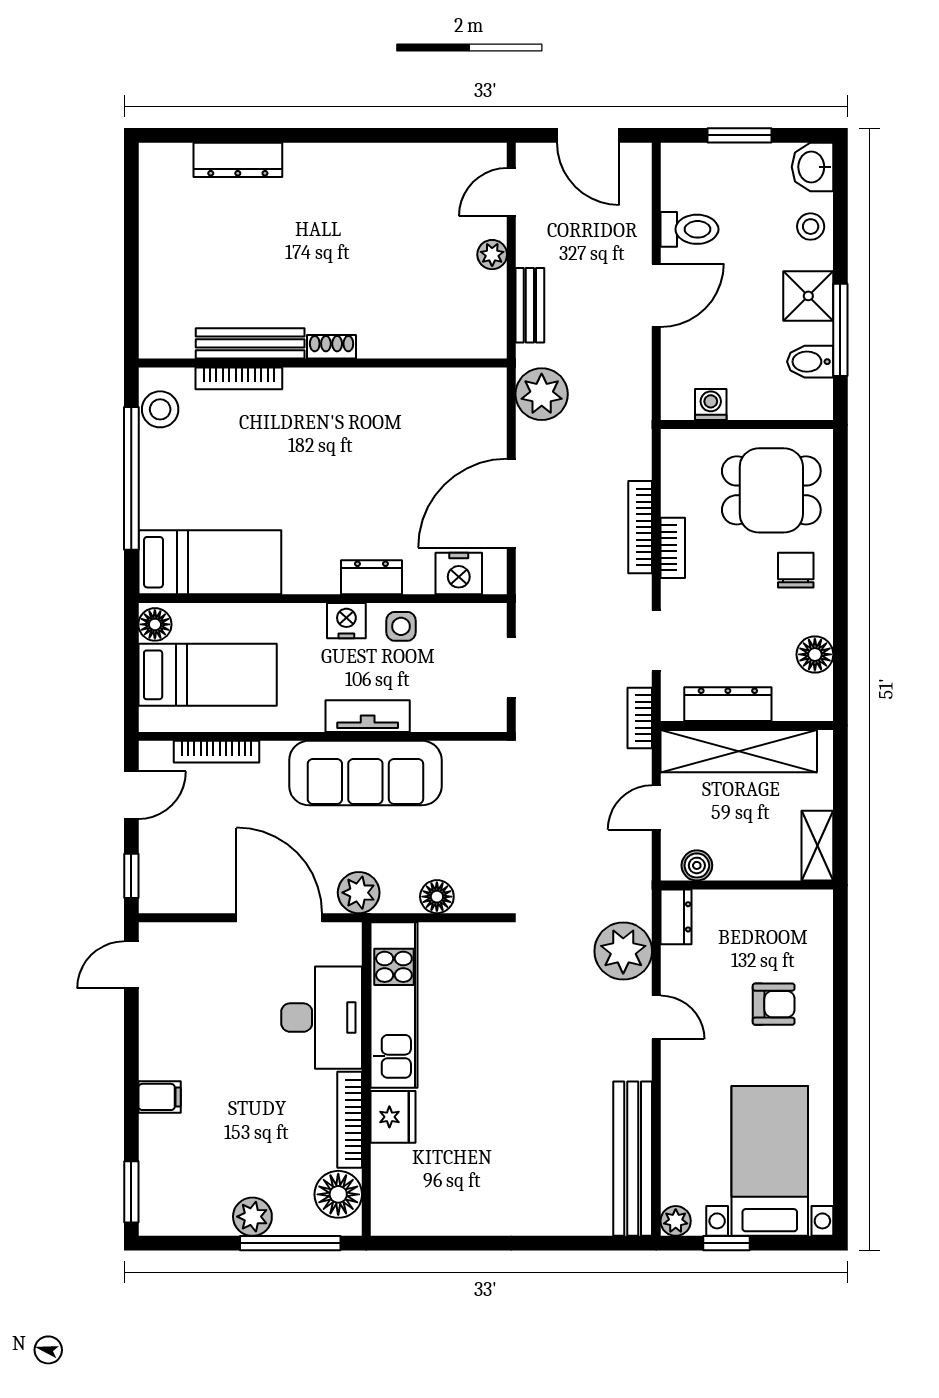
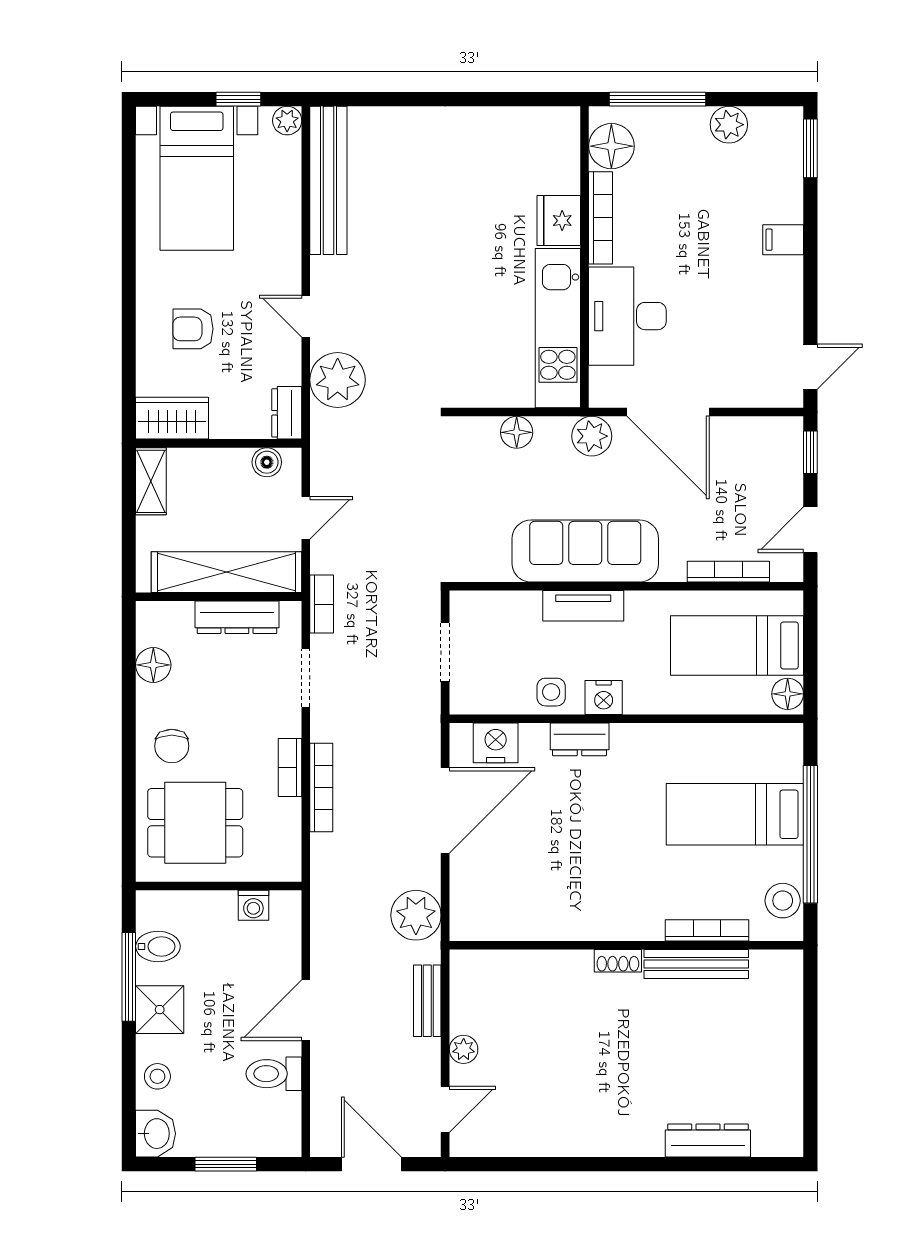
bed: (210, 562) -> (735, 814), moved
wardrobe: (795, 911) -> (172, 418), added
plant: (252, 1217) -> (729, 125), moved

